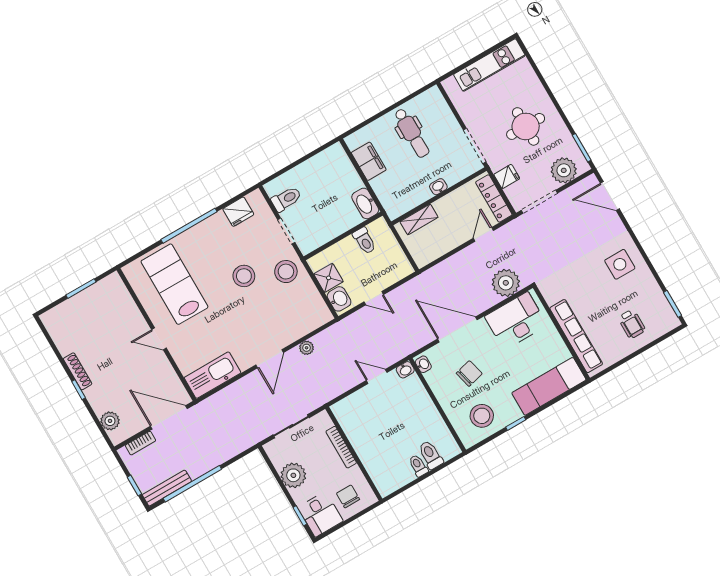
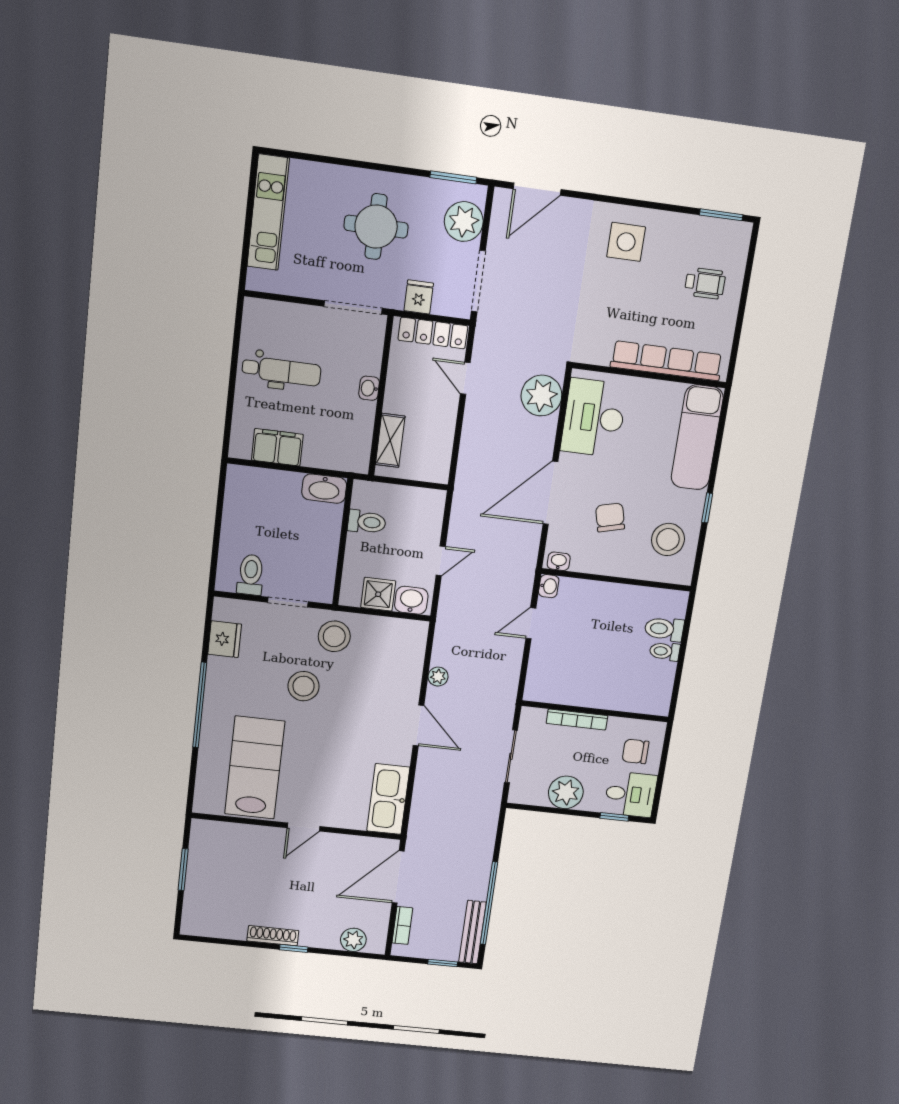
lab bench: (174, 284) -> (255, 768), turned 90

